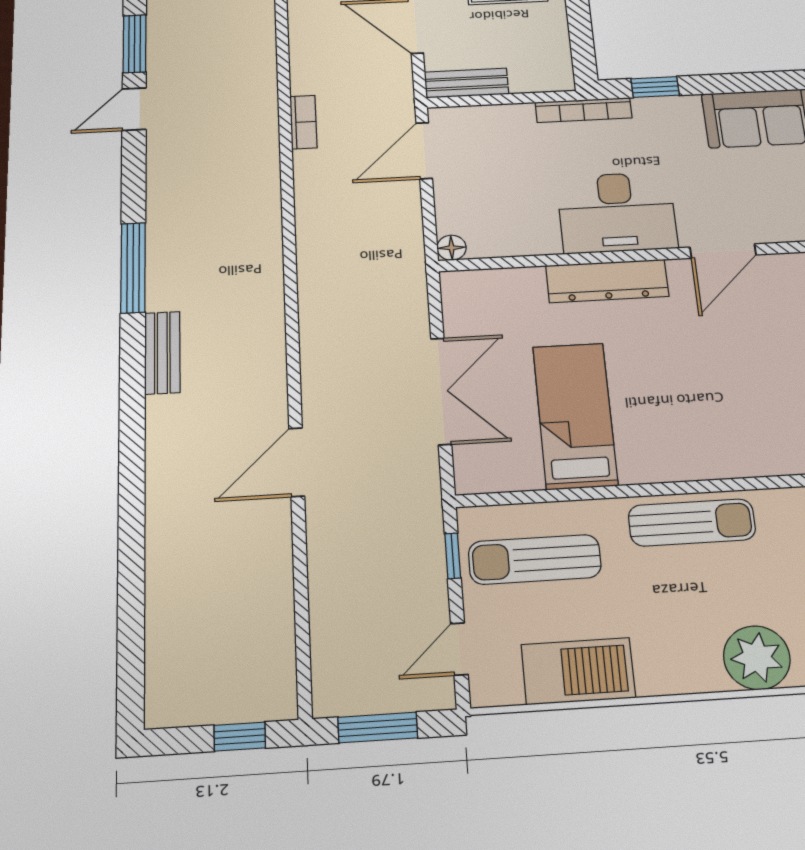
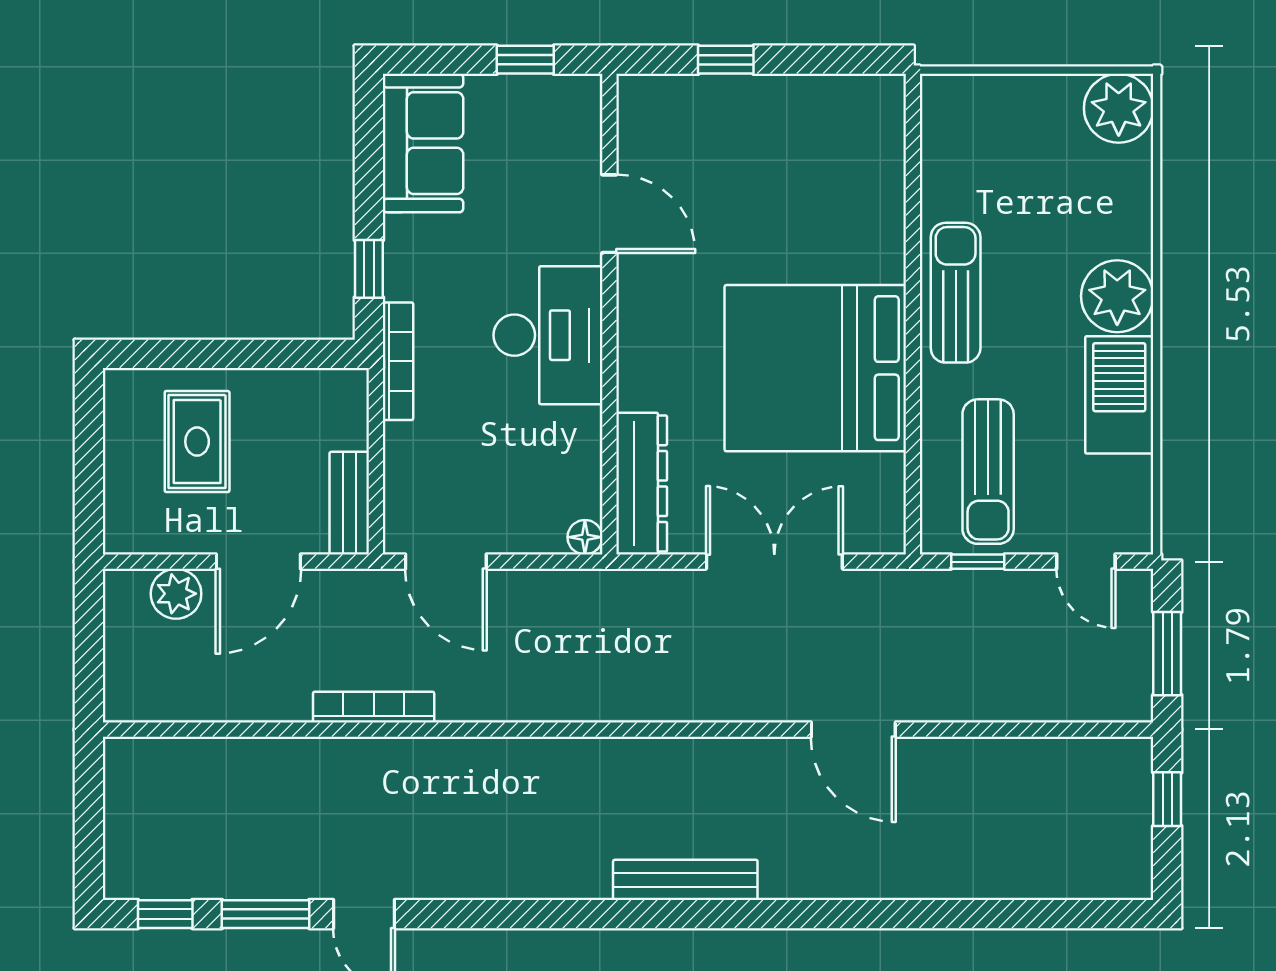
bookcase: (303, 122) -> (374, 707), width x1.56
window: (133, 268) -> (589, 914), removed
dresser: (607, 281) -> (642, 484), moved
bench: (162, 353) -> (685, 880), width x1.36
bed: (575, 415) -> (815, 368), width x2.04
plant: (757, 658) -> (1117, 296), moved
barbecue: (578, 671) -> (1119, 395), moved

